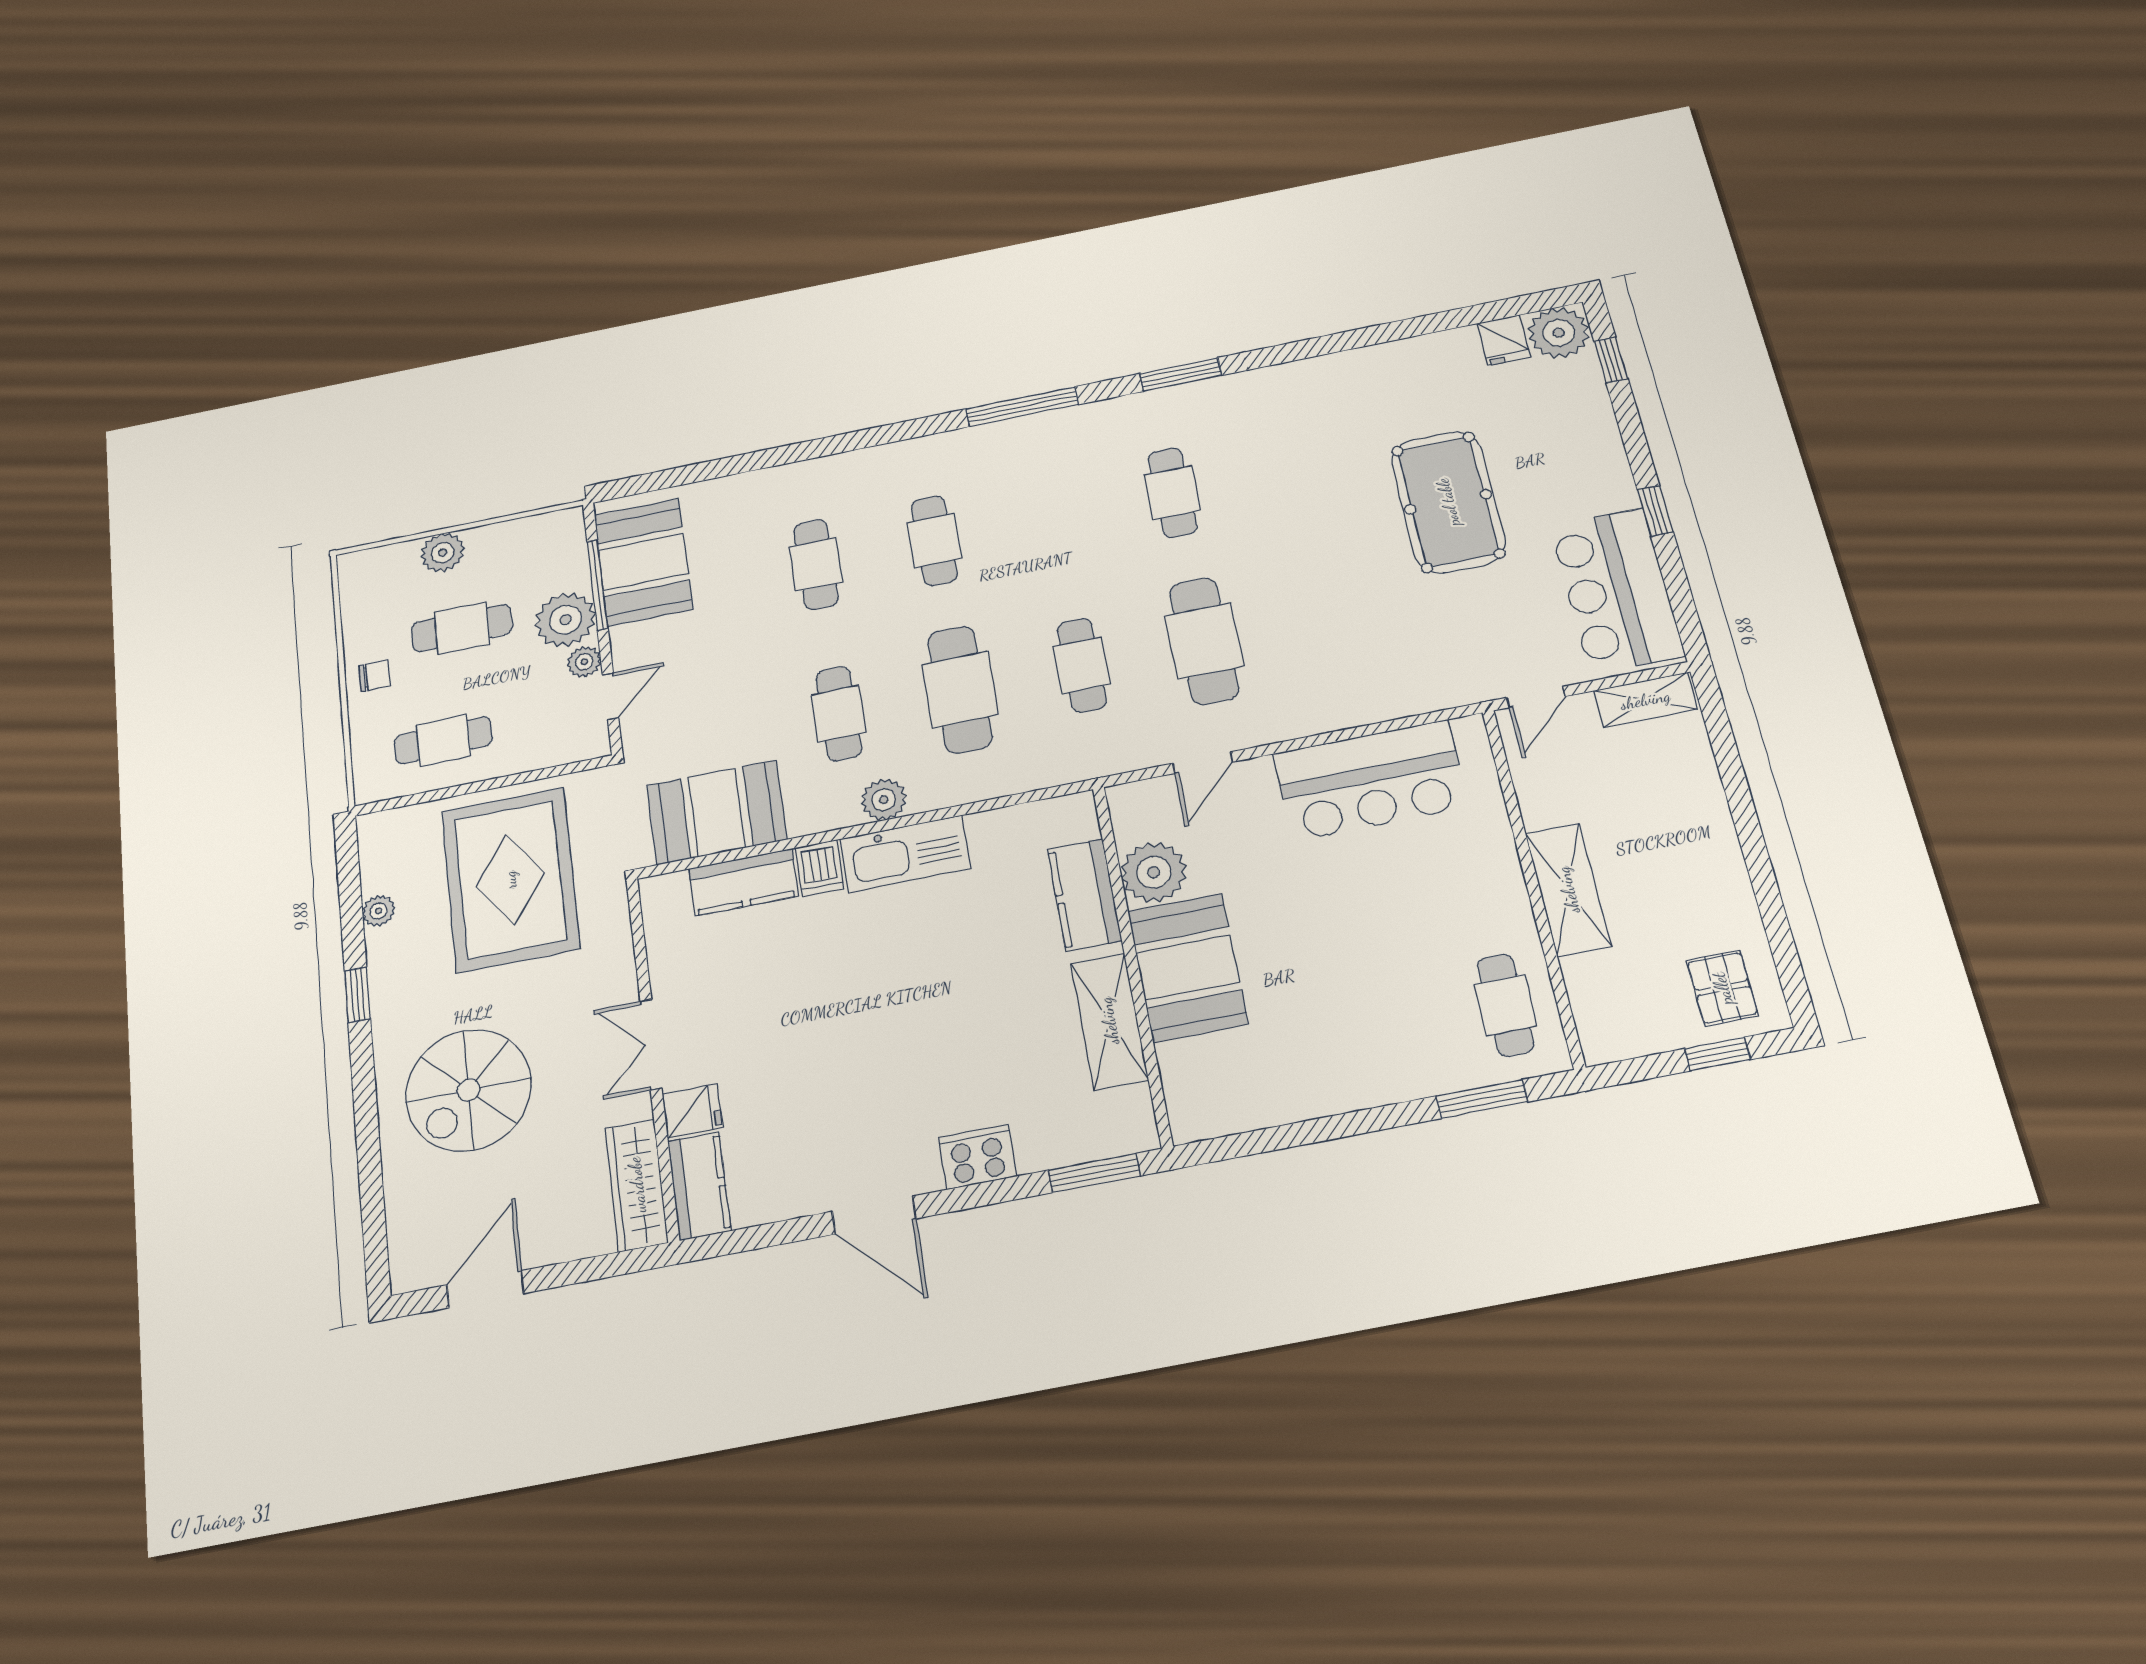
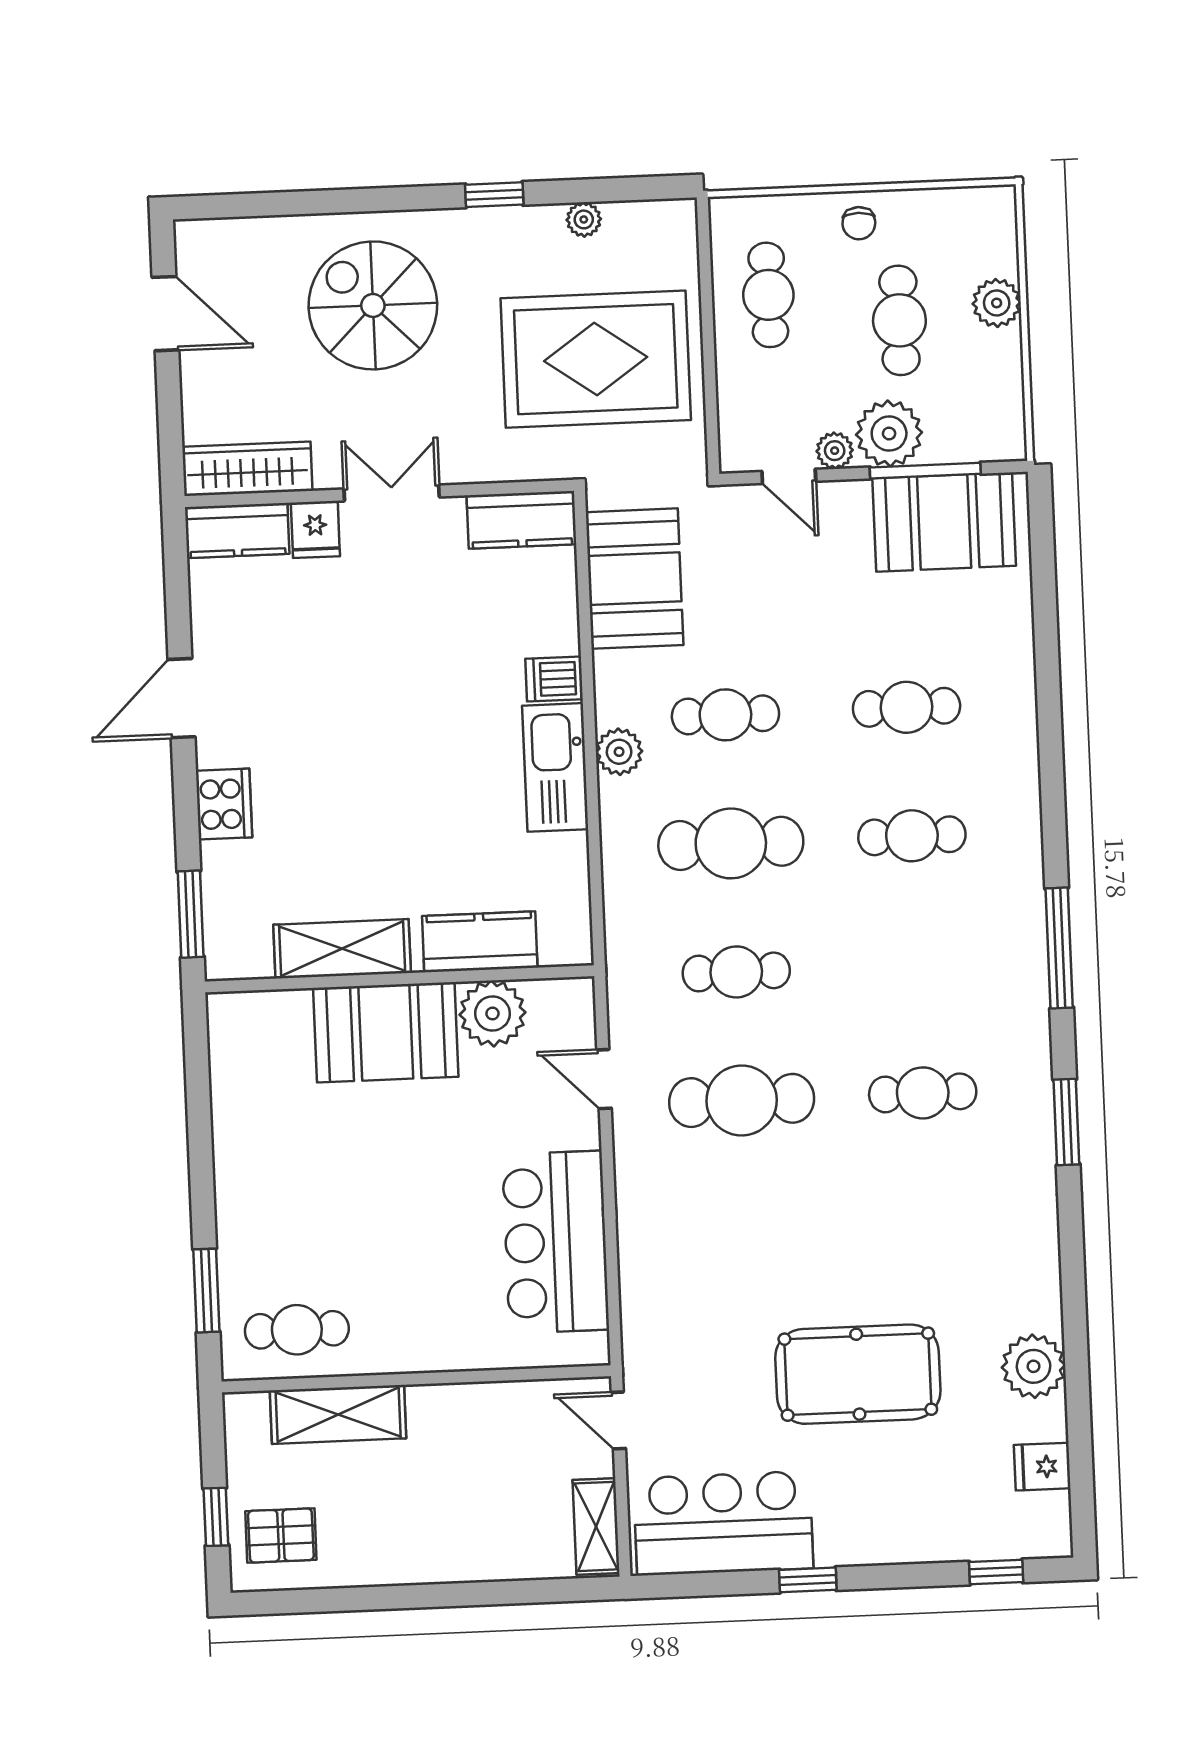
plant: (1559, 333) -> (1034, 1366), moved
kitchen counter: (744, 882) -> (521, 520), moved, turned -90
shelving: (1568, 890) -> (338, 1414), moved

